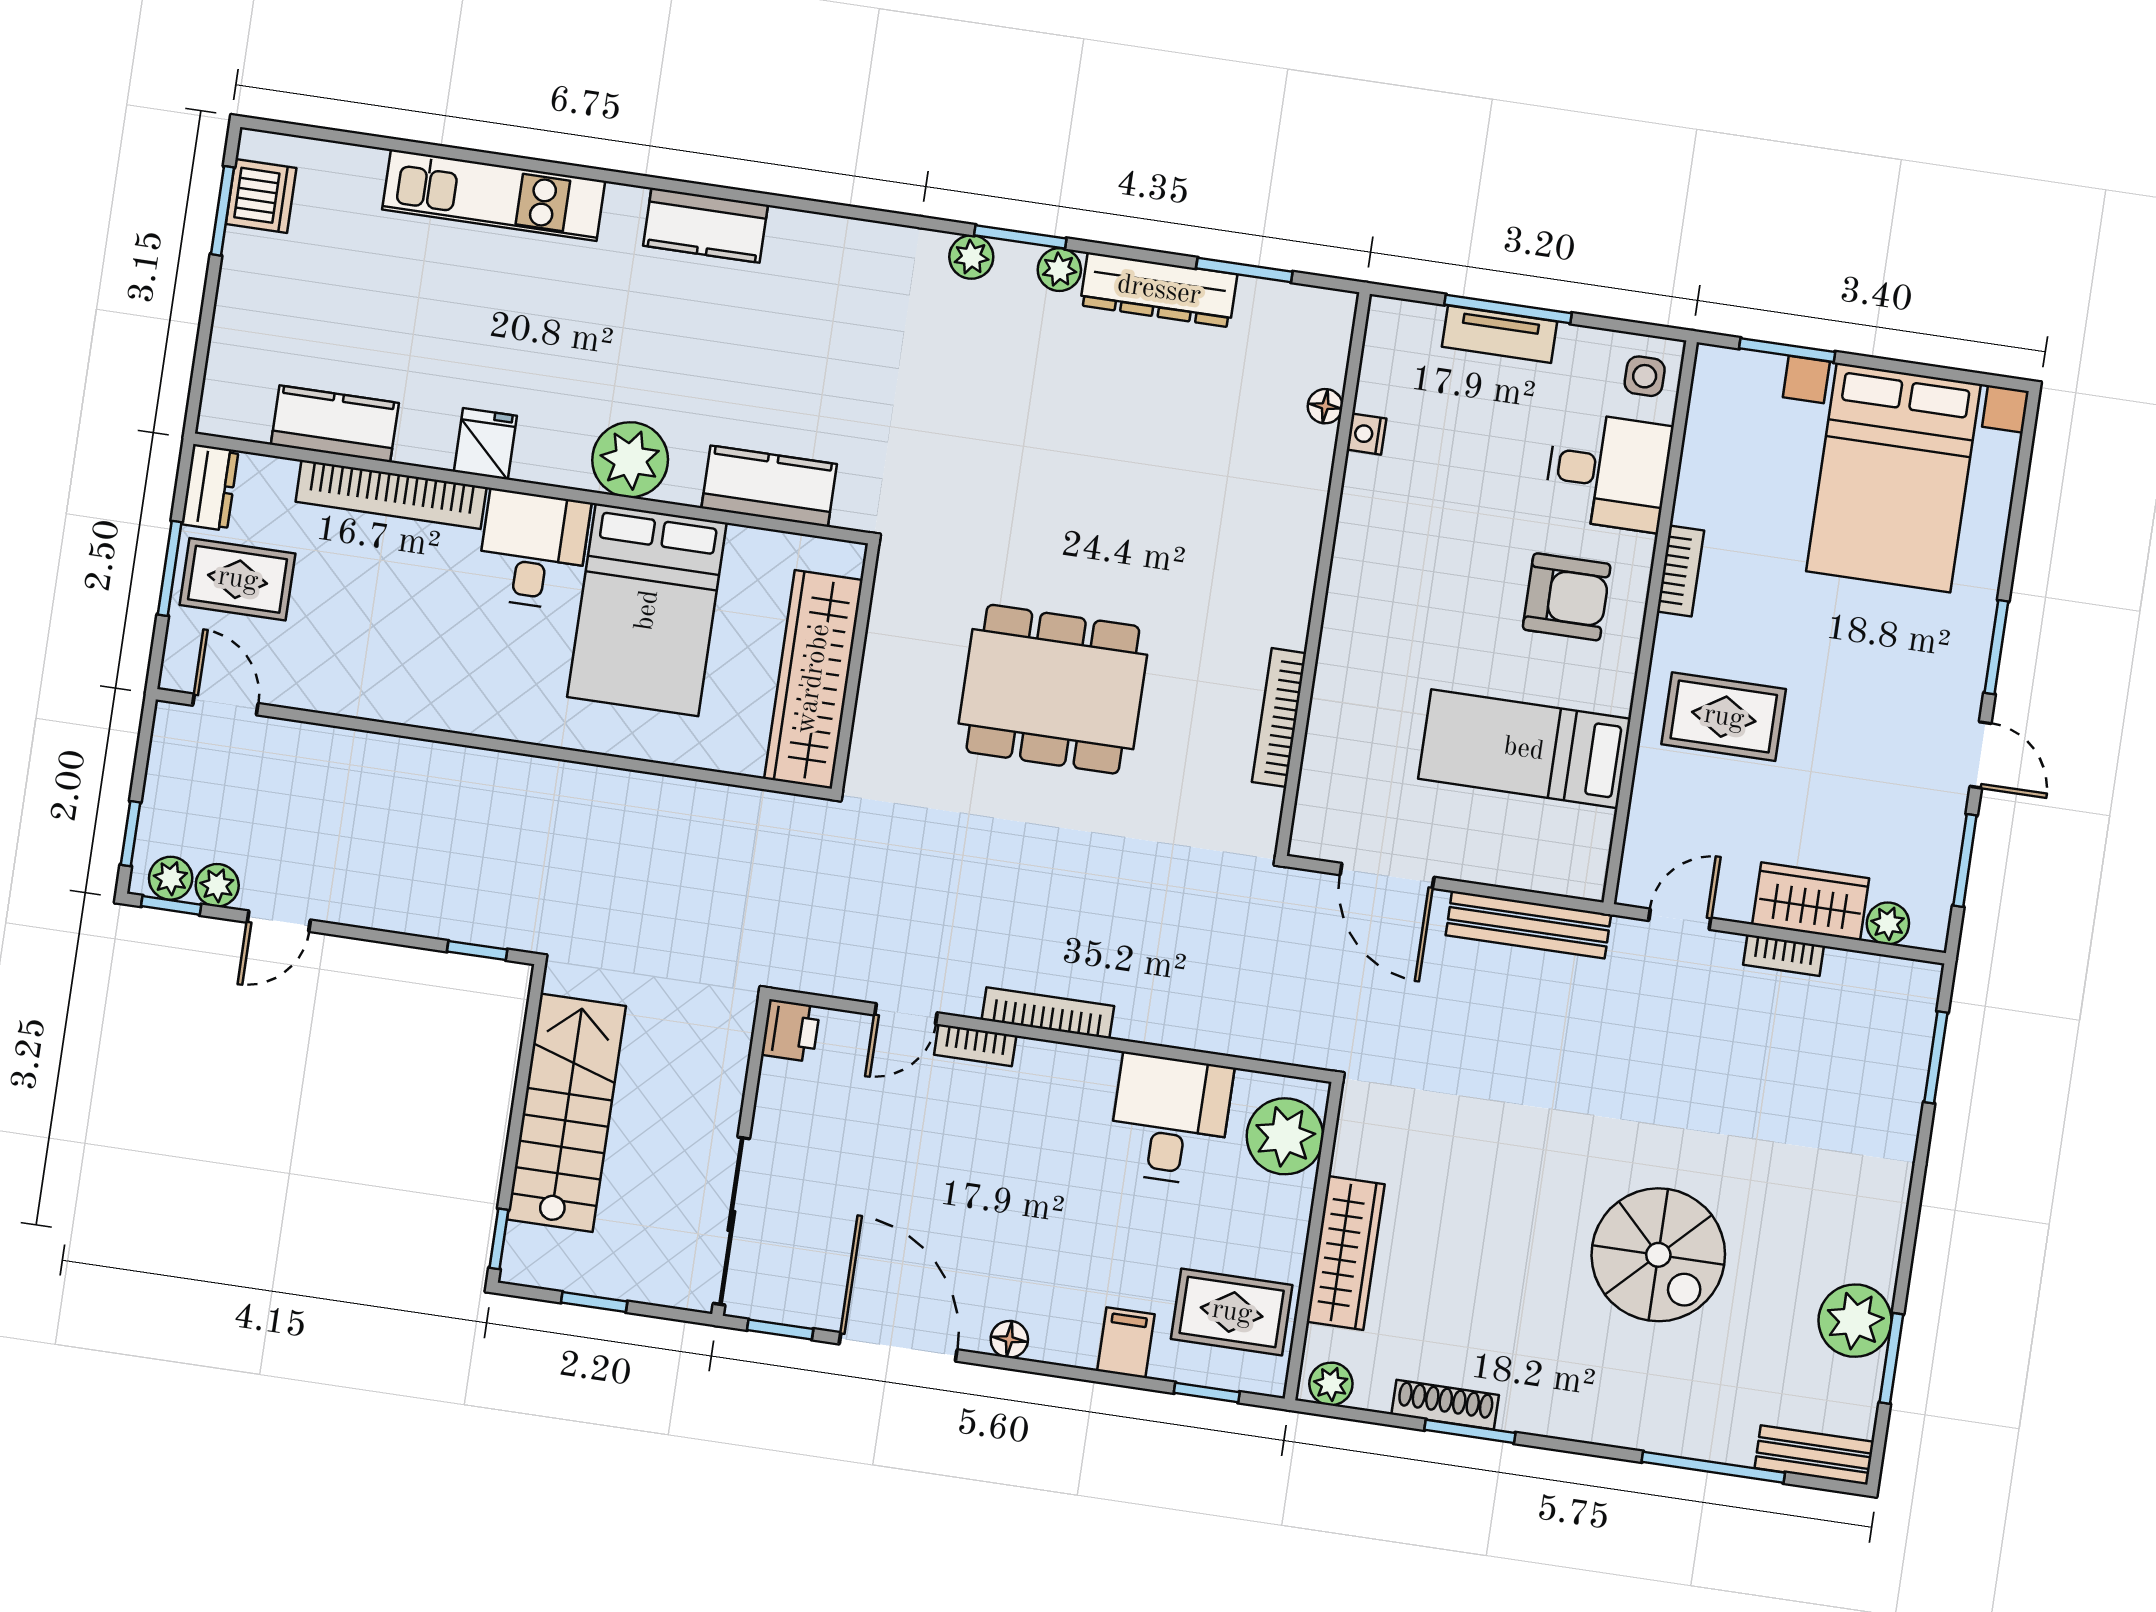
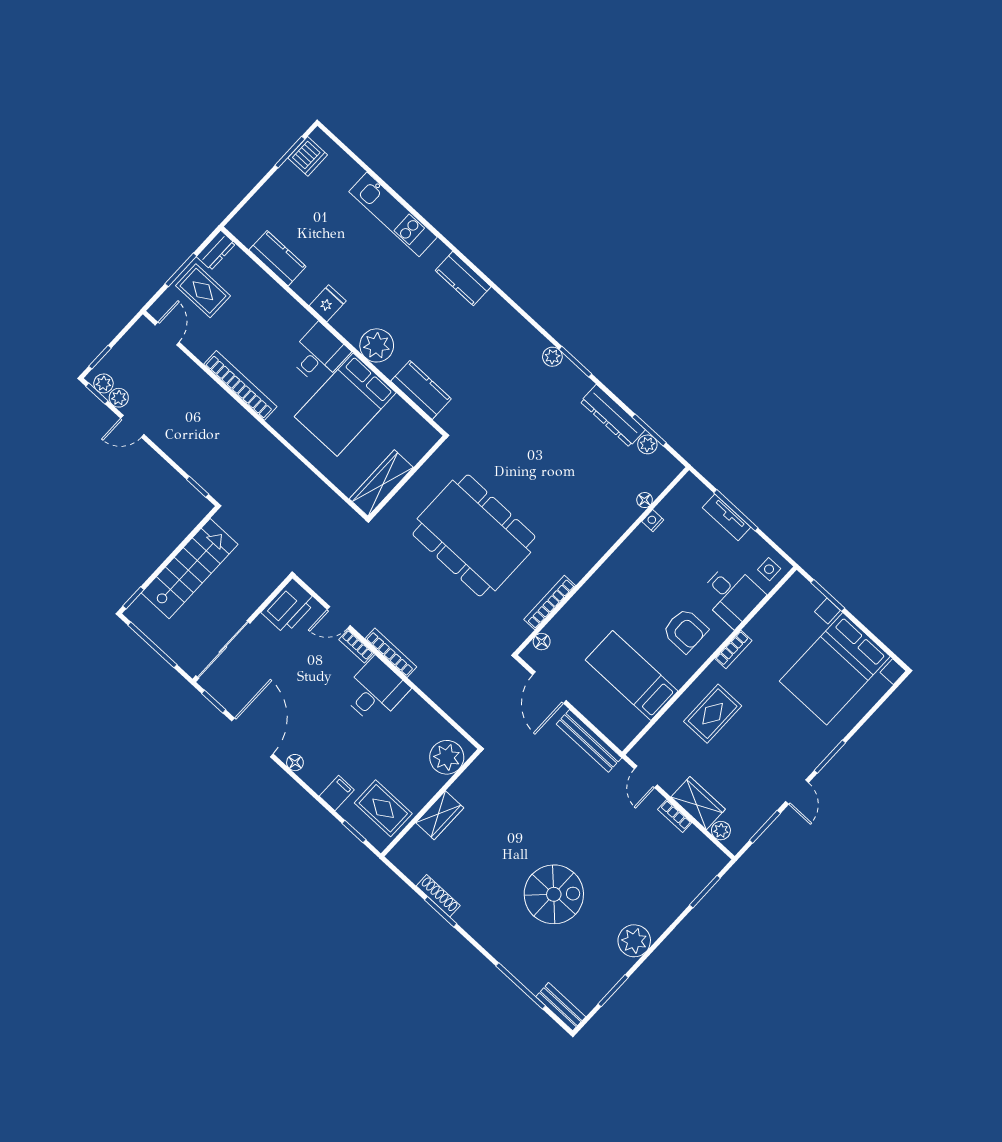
plant: (1059, 270) -> (647, 444), moved
bookcase: (391, 494) -> (240, 385), moved, turned 180
wardrobe: (813, 679) -> (381, 483), width x0.71, depth x0.85
dining table: (1053, 689) -> (474, 535), width x1.36, depth x1.24
rug: (1724, 717) -> (713, 714), turned 90
floor lamp: (1314, 800) -> (542, 642), added
door: (1680, 919) -> (646, 777), swing flipped
printer: (791, 1031) -> (289, 606), width x1.87, depth x1.48
desk: (1170, 1119) -> (375, 691), moved
wardrobe: (1346, 1253) -> (440, 815), width x0.67
spiral stairs: (1658, 1255) -> (554, 894), turned -90
window: (594, 1302) -> (152, 645), width x2.17
plant: (1855, 1321) -> (634, 941), moved
plant: (1331, 1384) -> (402, 860), removed

